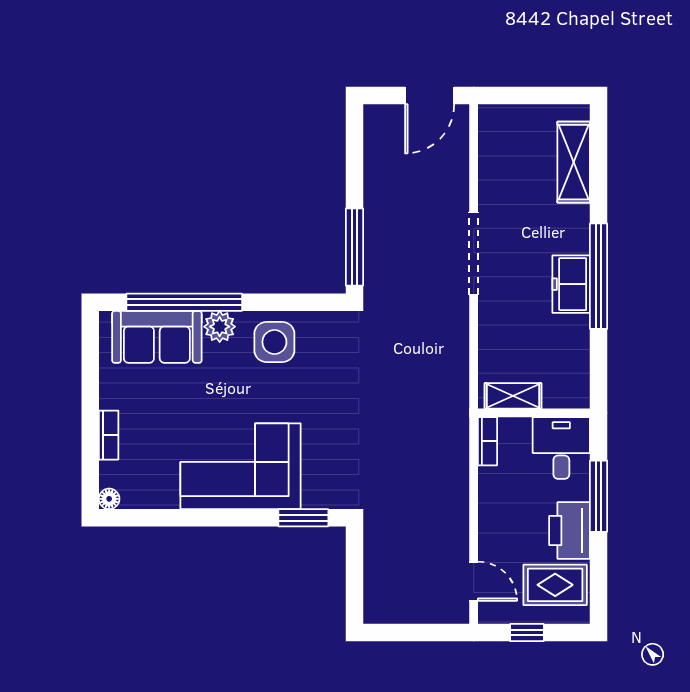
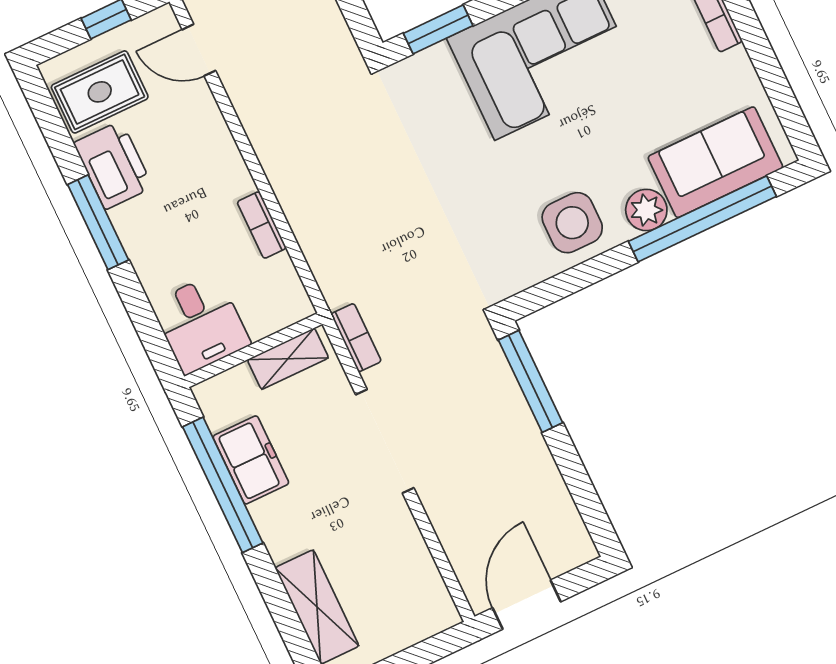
bookcase: (459, 334) -> (356, 338), added
shelving: (513, 396) -> (288, 359), moved
wall: (534, 413) -> (253, 350), moved
desk: (561, 448) -> (201, 324), moved

